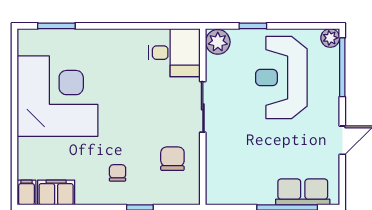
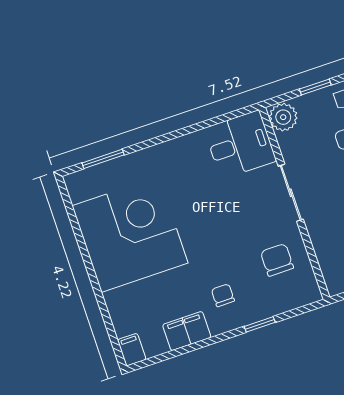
filing cabinet: (56, 192) -> (187, 331), moved

